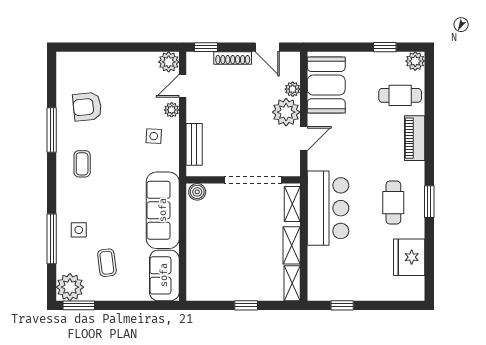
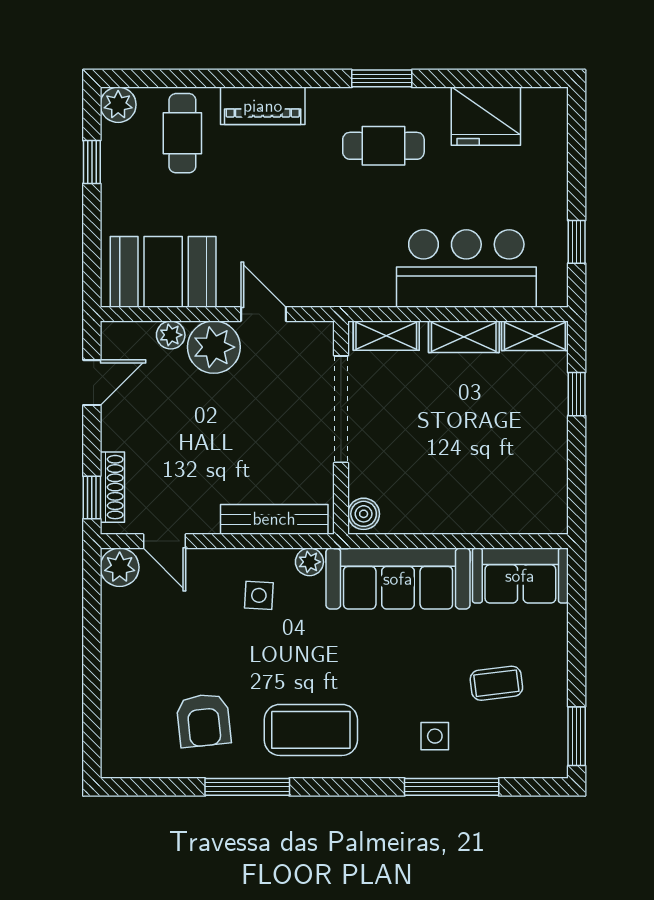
shoe rack: (233, 58) -> (112, 487), moved
plant: (172, 110) -> (309, 562), moved
bench: (194, 144) -> (274, 519), width x1.36
coffee table: (82, 164) -> (311, 730), width x1.86, depth x1.72
bar counter: (328, 208) -> (466, 268), moved
plant: (70, 287) -> (542, 753), removed
window: (246, 305) -> (577, 394), moved

